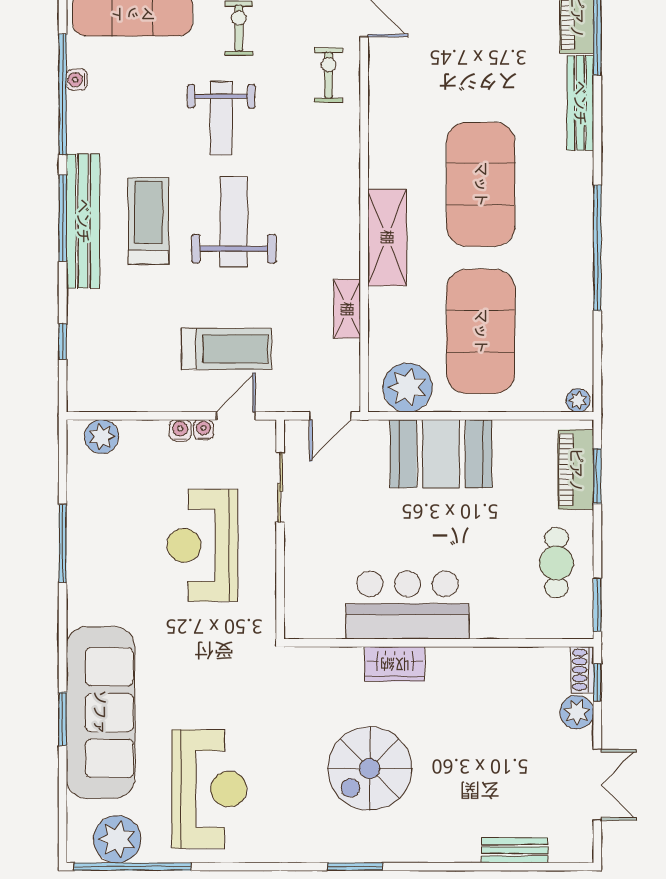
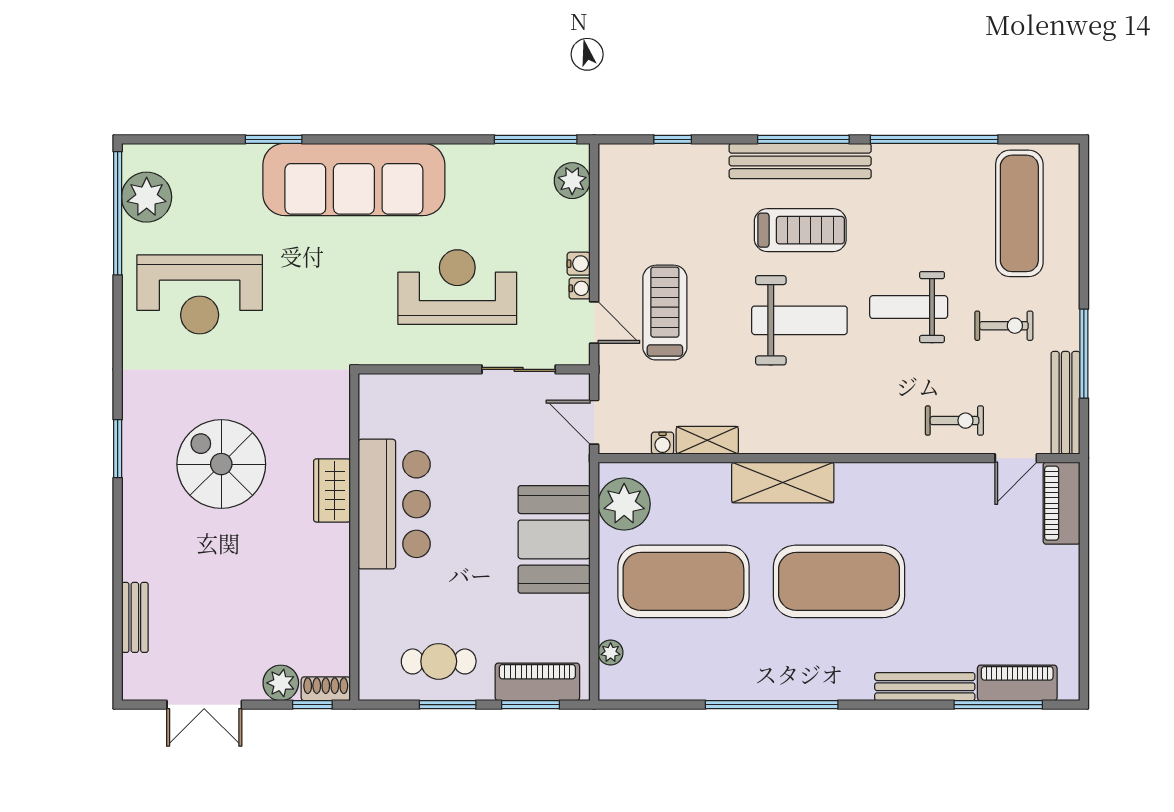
water cooler: (77, 80) -> (663, 443), moved, turned 180
treadmill: (226, 349) -> (665, 313), turned 180
plant: (578, 400) -> (611, 653), moved
window: (63, 544) -> (536, 139), moved
window: (597, 605) -> (448, 705), moved
sofa: (100, 712) -> (354, 179), moved

